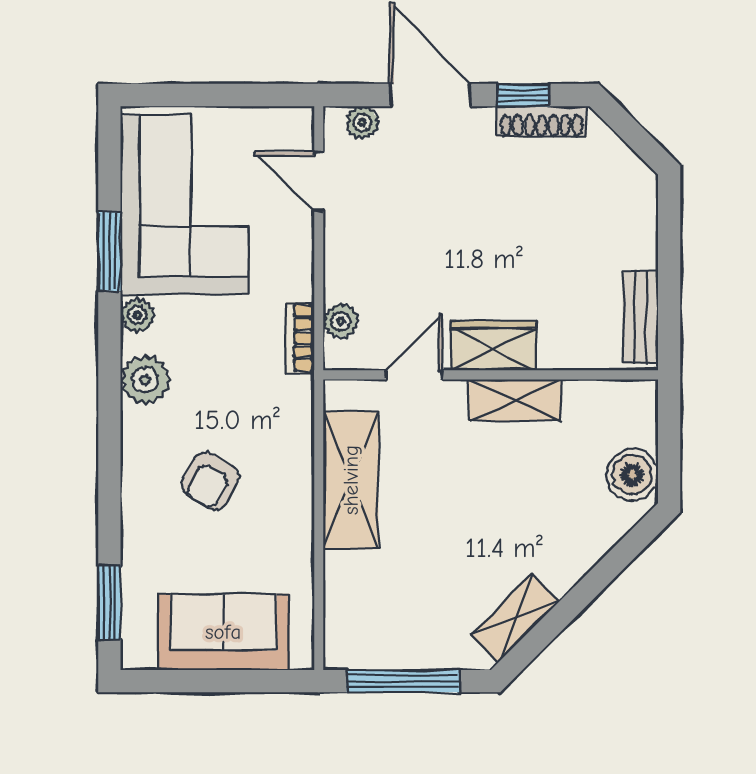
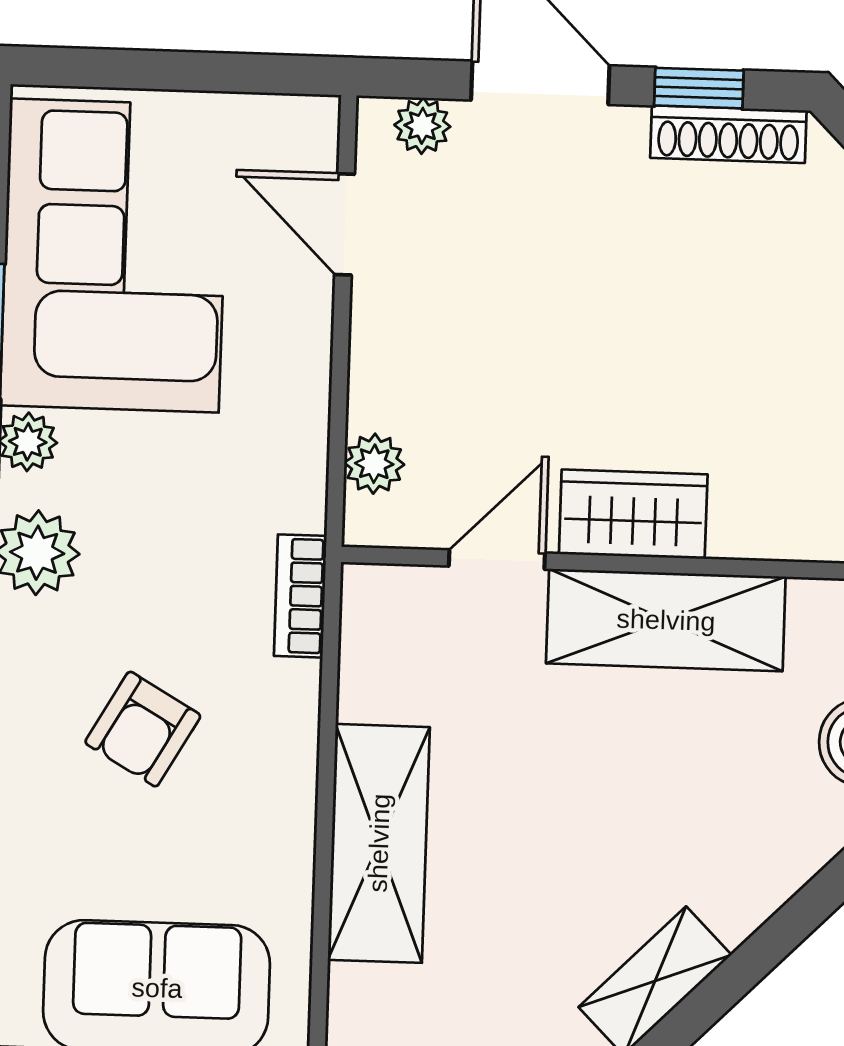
bookcase: (300, 338) -> (300, 596), moved
shelving: (514, 400) -> (666, 620), width x1.50, depth x1.33
shelving: (351, 480) -> (379, 843), moved

